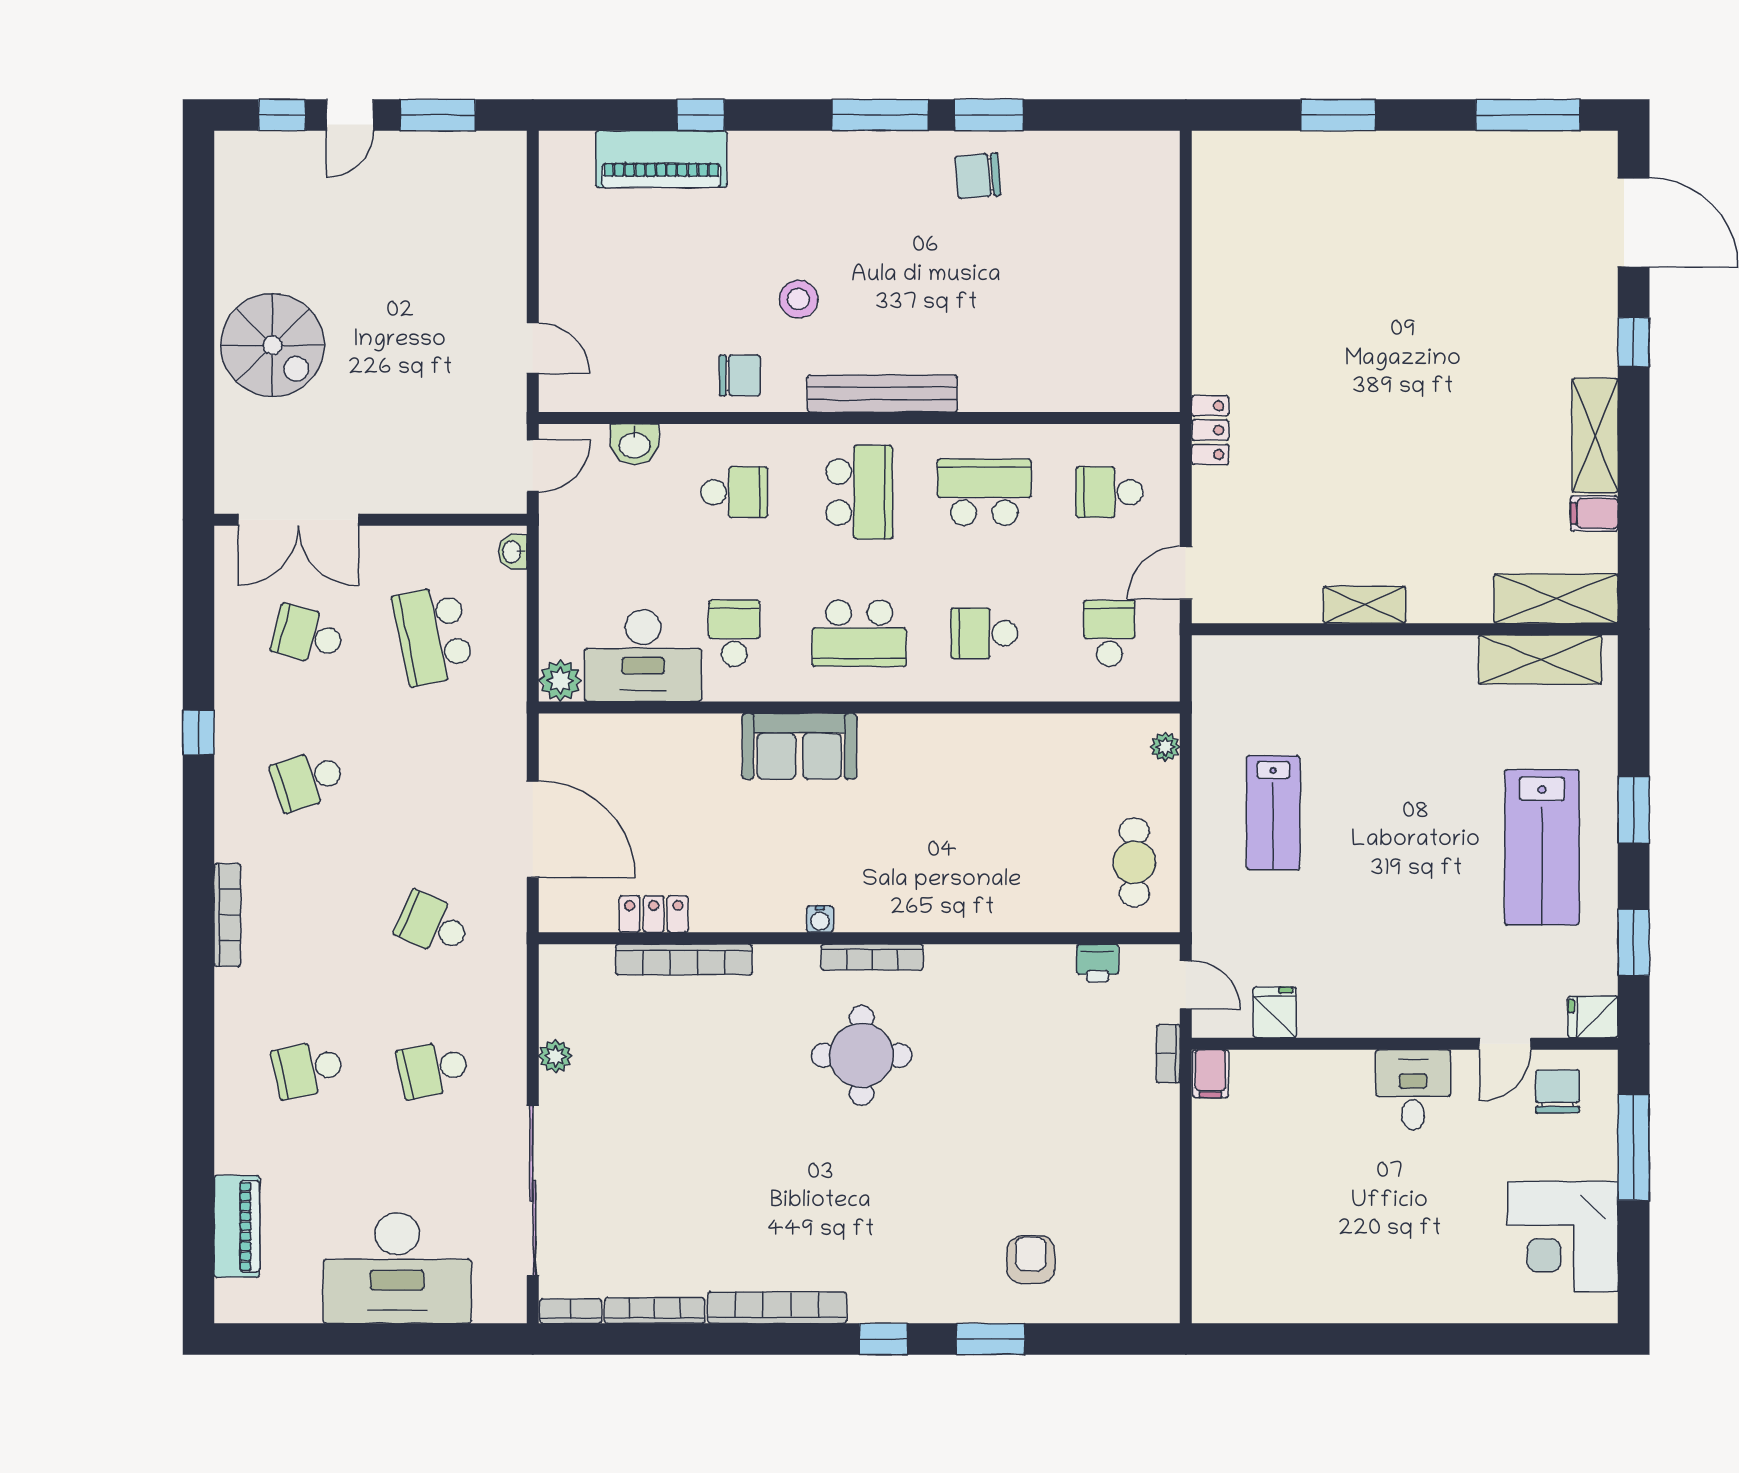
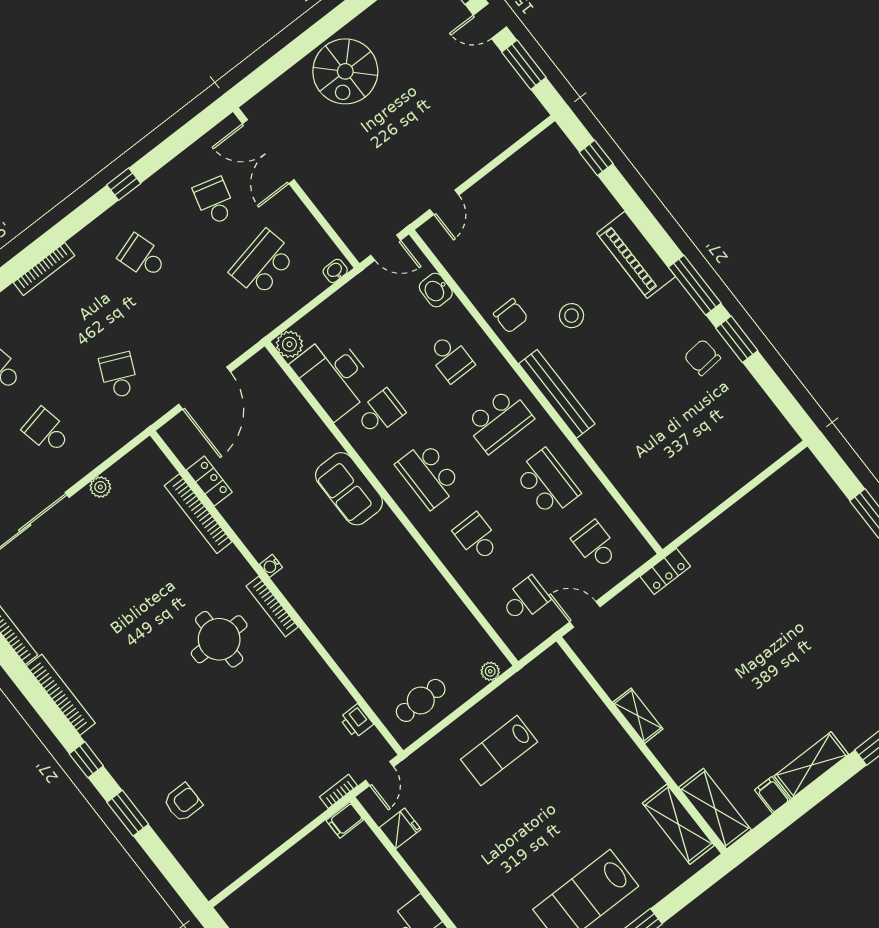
window: (701, 115) -> (596, 158), moved
piano: (661, 159) -> (636, 255), moved

